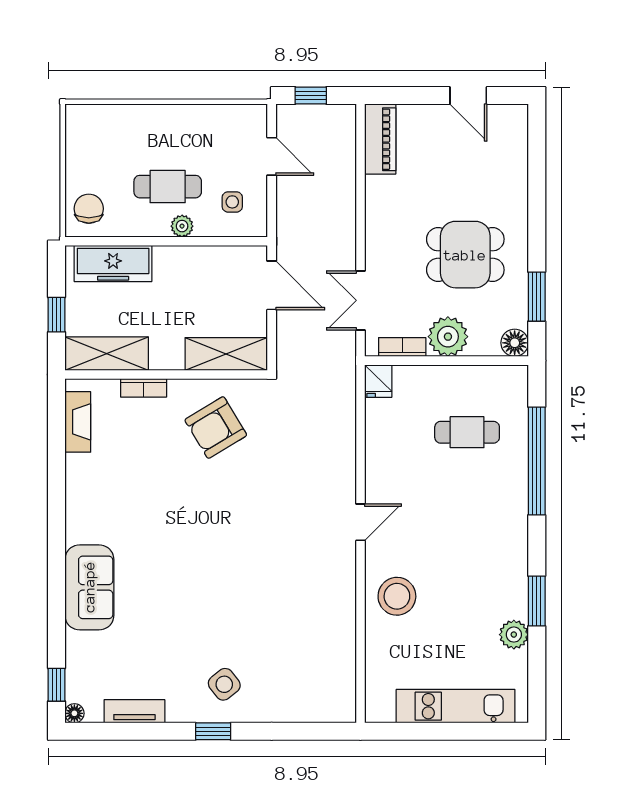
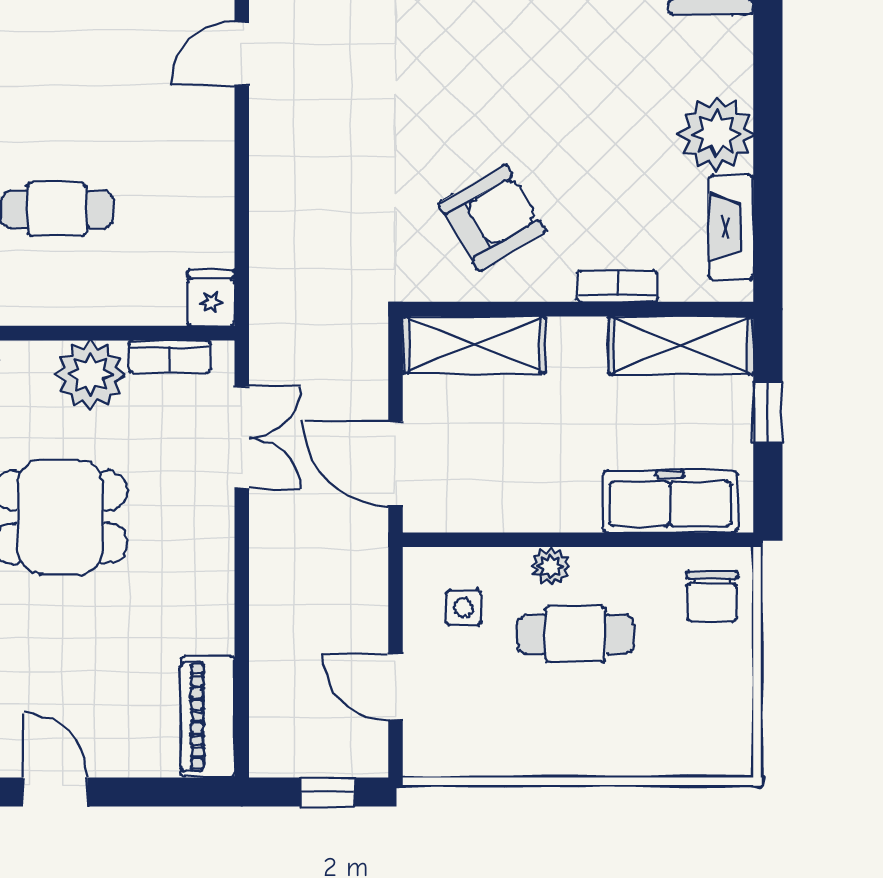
plant: (86, 476) -> (716, 134), added

